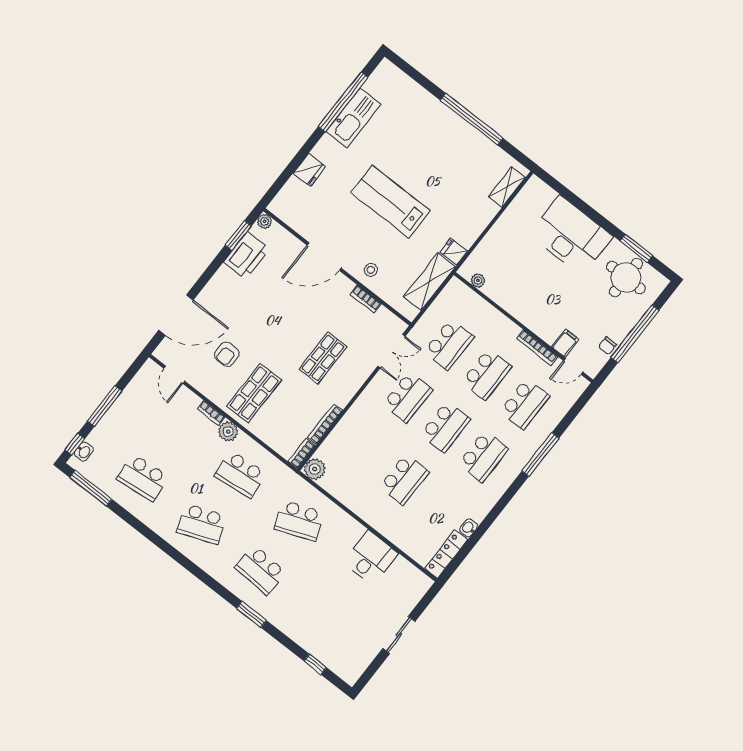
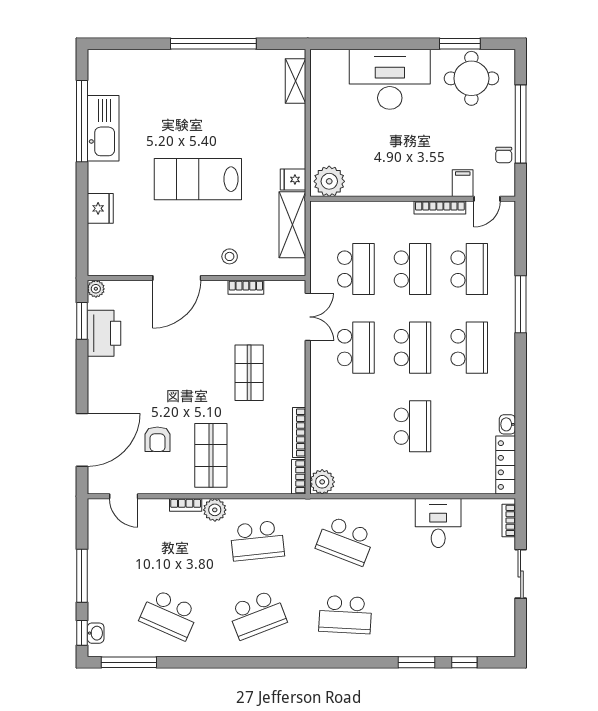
plant: (478, 280) -> (329, 181), width x1.88, depth x1.88
school desk: (143, 478) -> (169, 615), turned 30
school desk: (299, 521) -> (345, 541), turned 42
bookcase: (419, 593) -> (509, 520), added
window: (252, 614) -> (416, 662), moved

